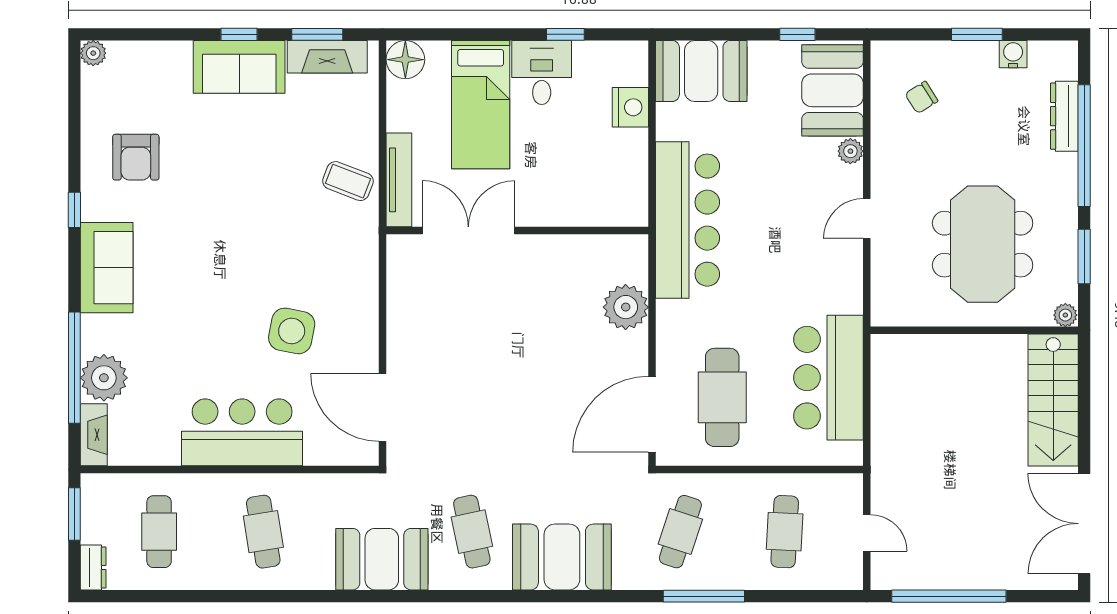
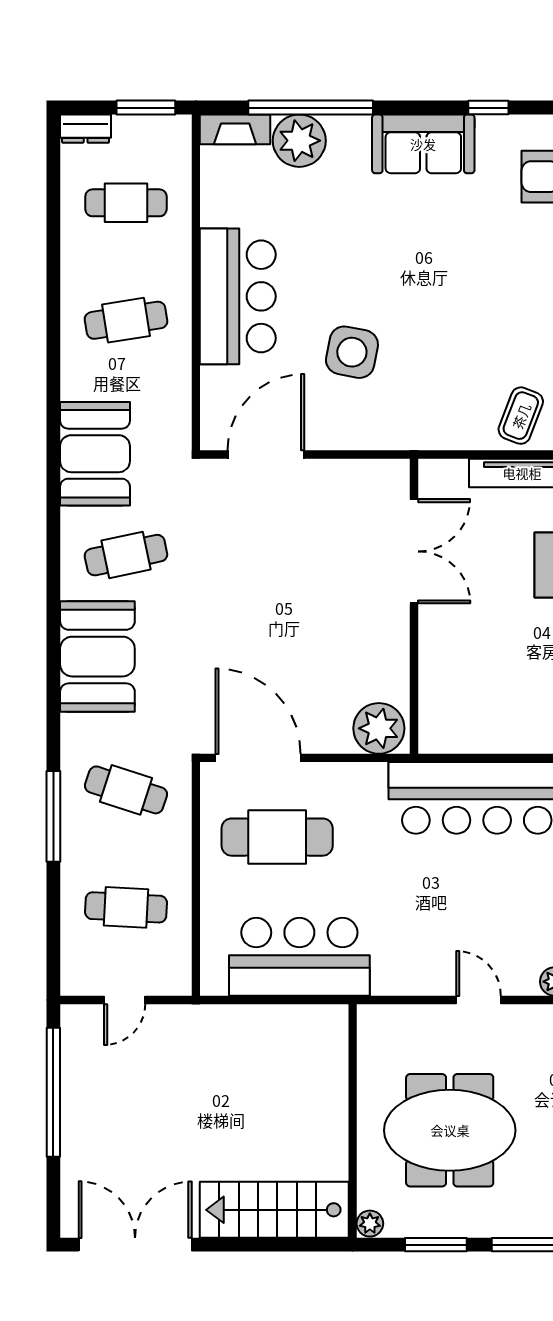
double door: (468, 230) -> (414, 551), moved
wall: (517, 230) -> (414, 606), moved

